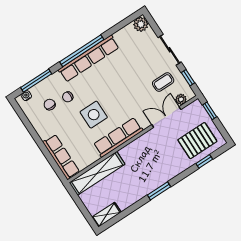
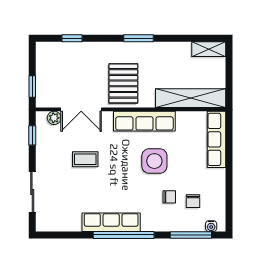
plant: (141, 24) -> (45, 222), removed
sliding door: (170, 50) -> (32, 192), moved
row of seats: (89, 59) -> (111, 222), width x0.73
coffee table: (163, 82) -> (85, 159), moved
pallet: (197, 141) -> (123, 83), moved, turned 90

